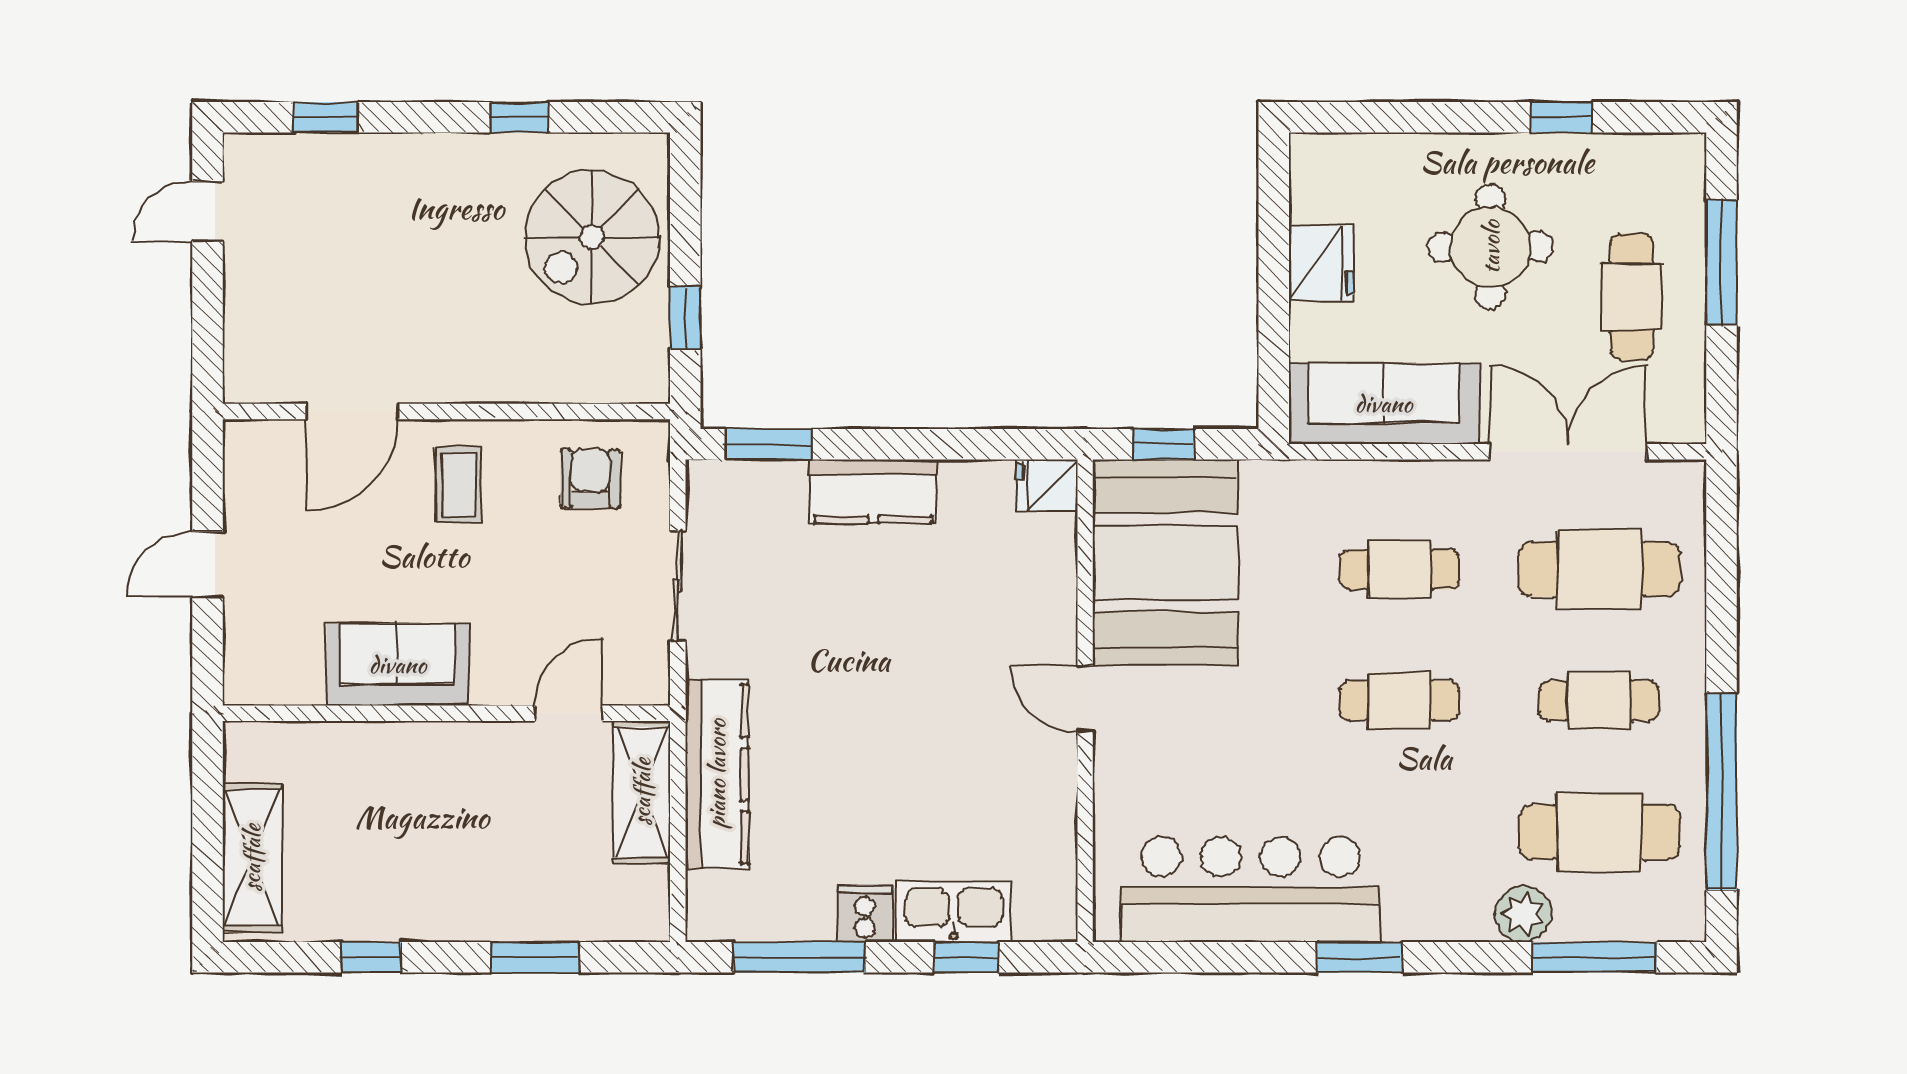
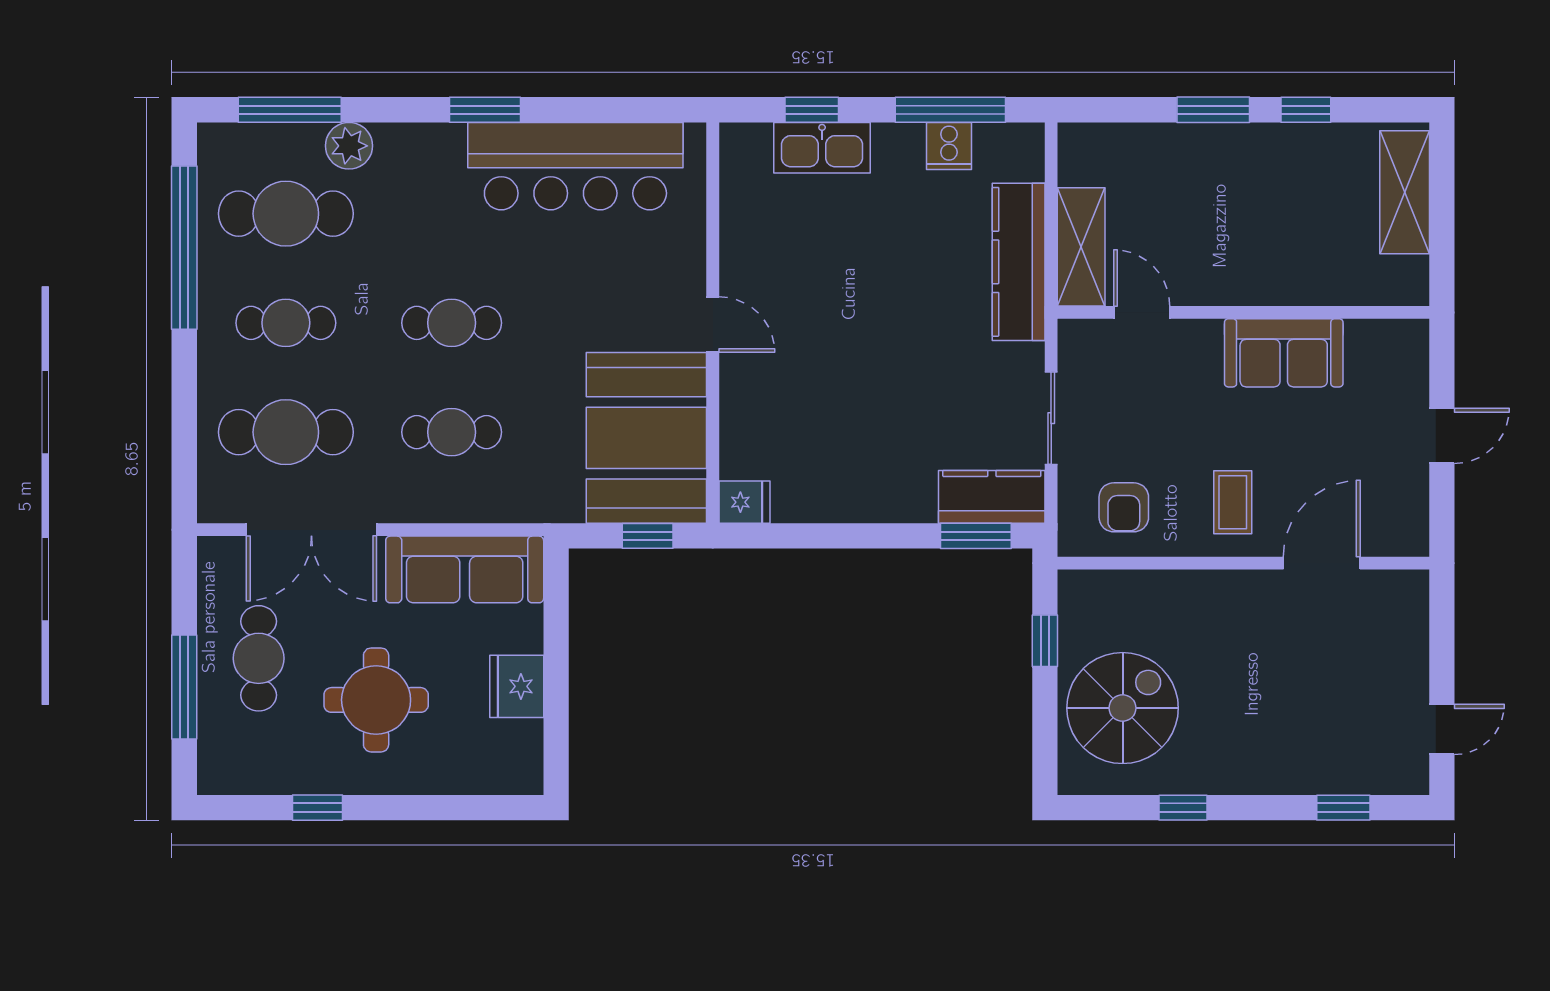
kitchen counter: (873, 491) -> (992, 497), moved
door: (569, 713) -> (1142, 312), swing flipped
cooker: (865, 914) -> (949, 146), moved
window: (535, 957) -> (1213, 110), moved

